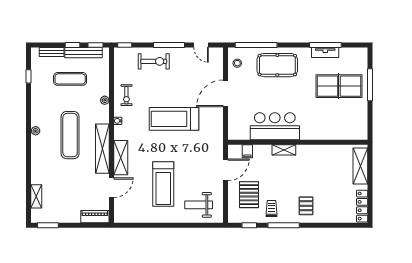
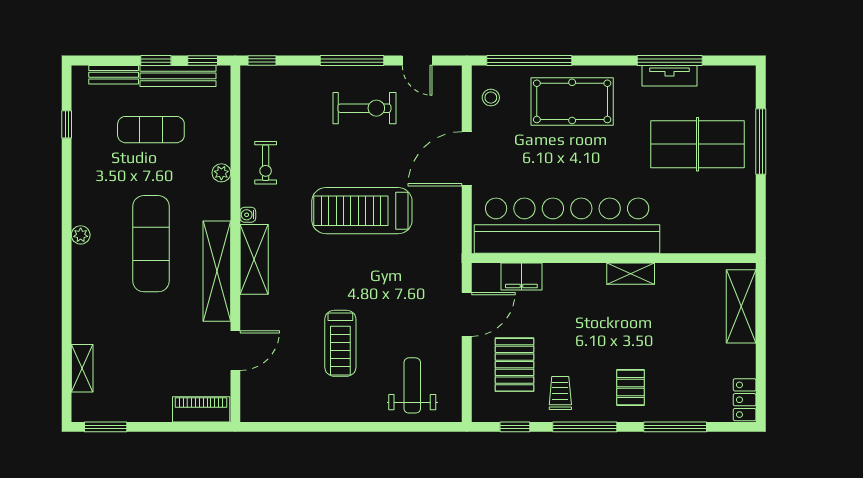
exercise bike: (154, 61) -> (364, 108), moved
bar counter: (275, 126) -> (567, 226), width x1.86
shelving: (284, 150) -> (631, 274), moved
filing cabinet: (247, 151) -> (521, 277), width x2.00
shelving: (121, 158) -> (254, 259), moved
treadmill: (163, 184) -> (340, 343), width x0.73, depth x0.73
weight bench: (199, 205) -> (412, 385), turned 90
locker: (362, 206) -> (745, 400), width x0.66
window: (328, 225) -> (675, 427), added

